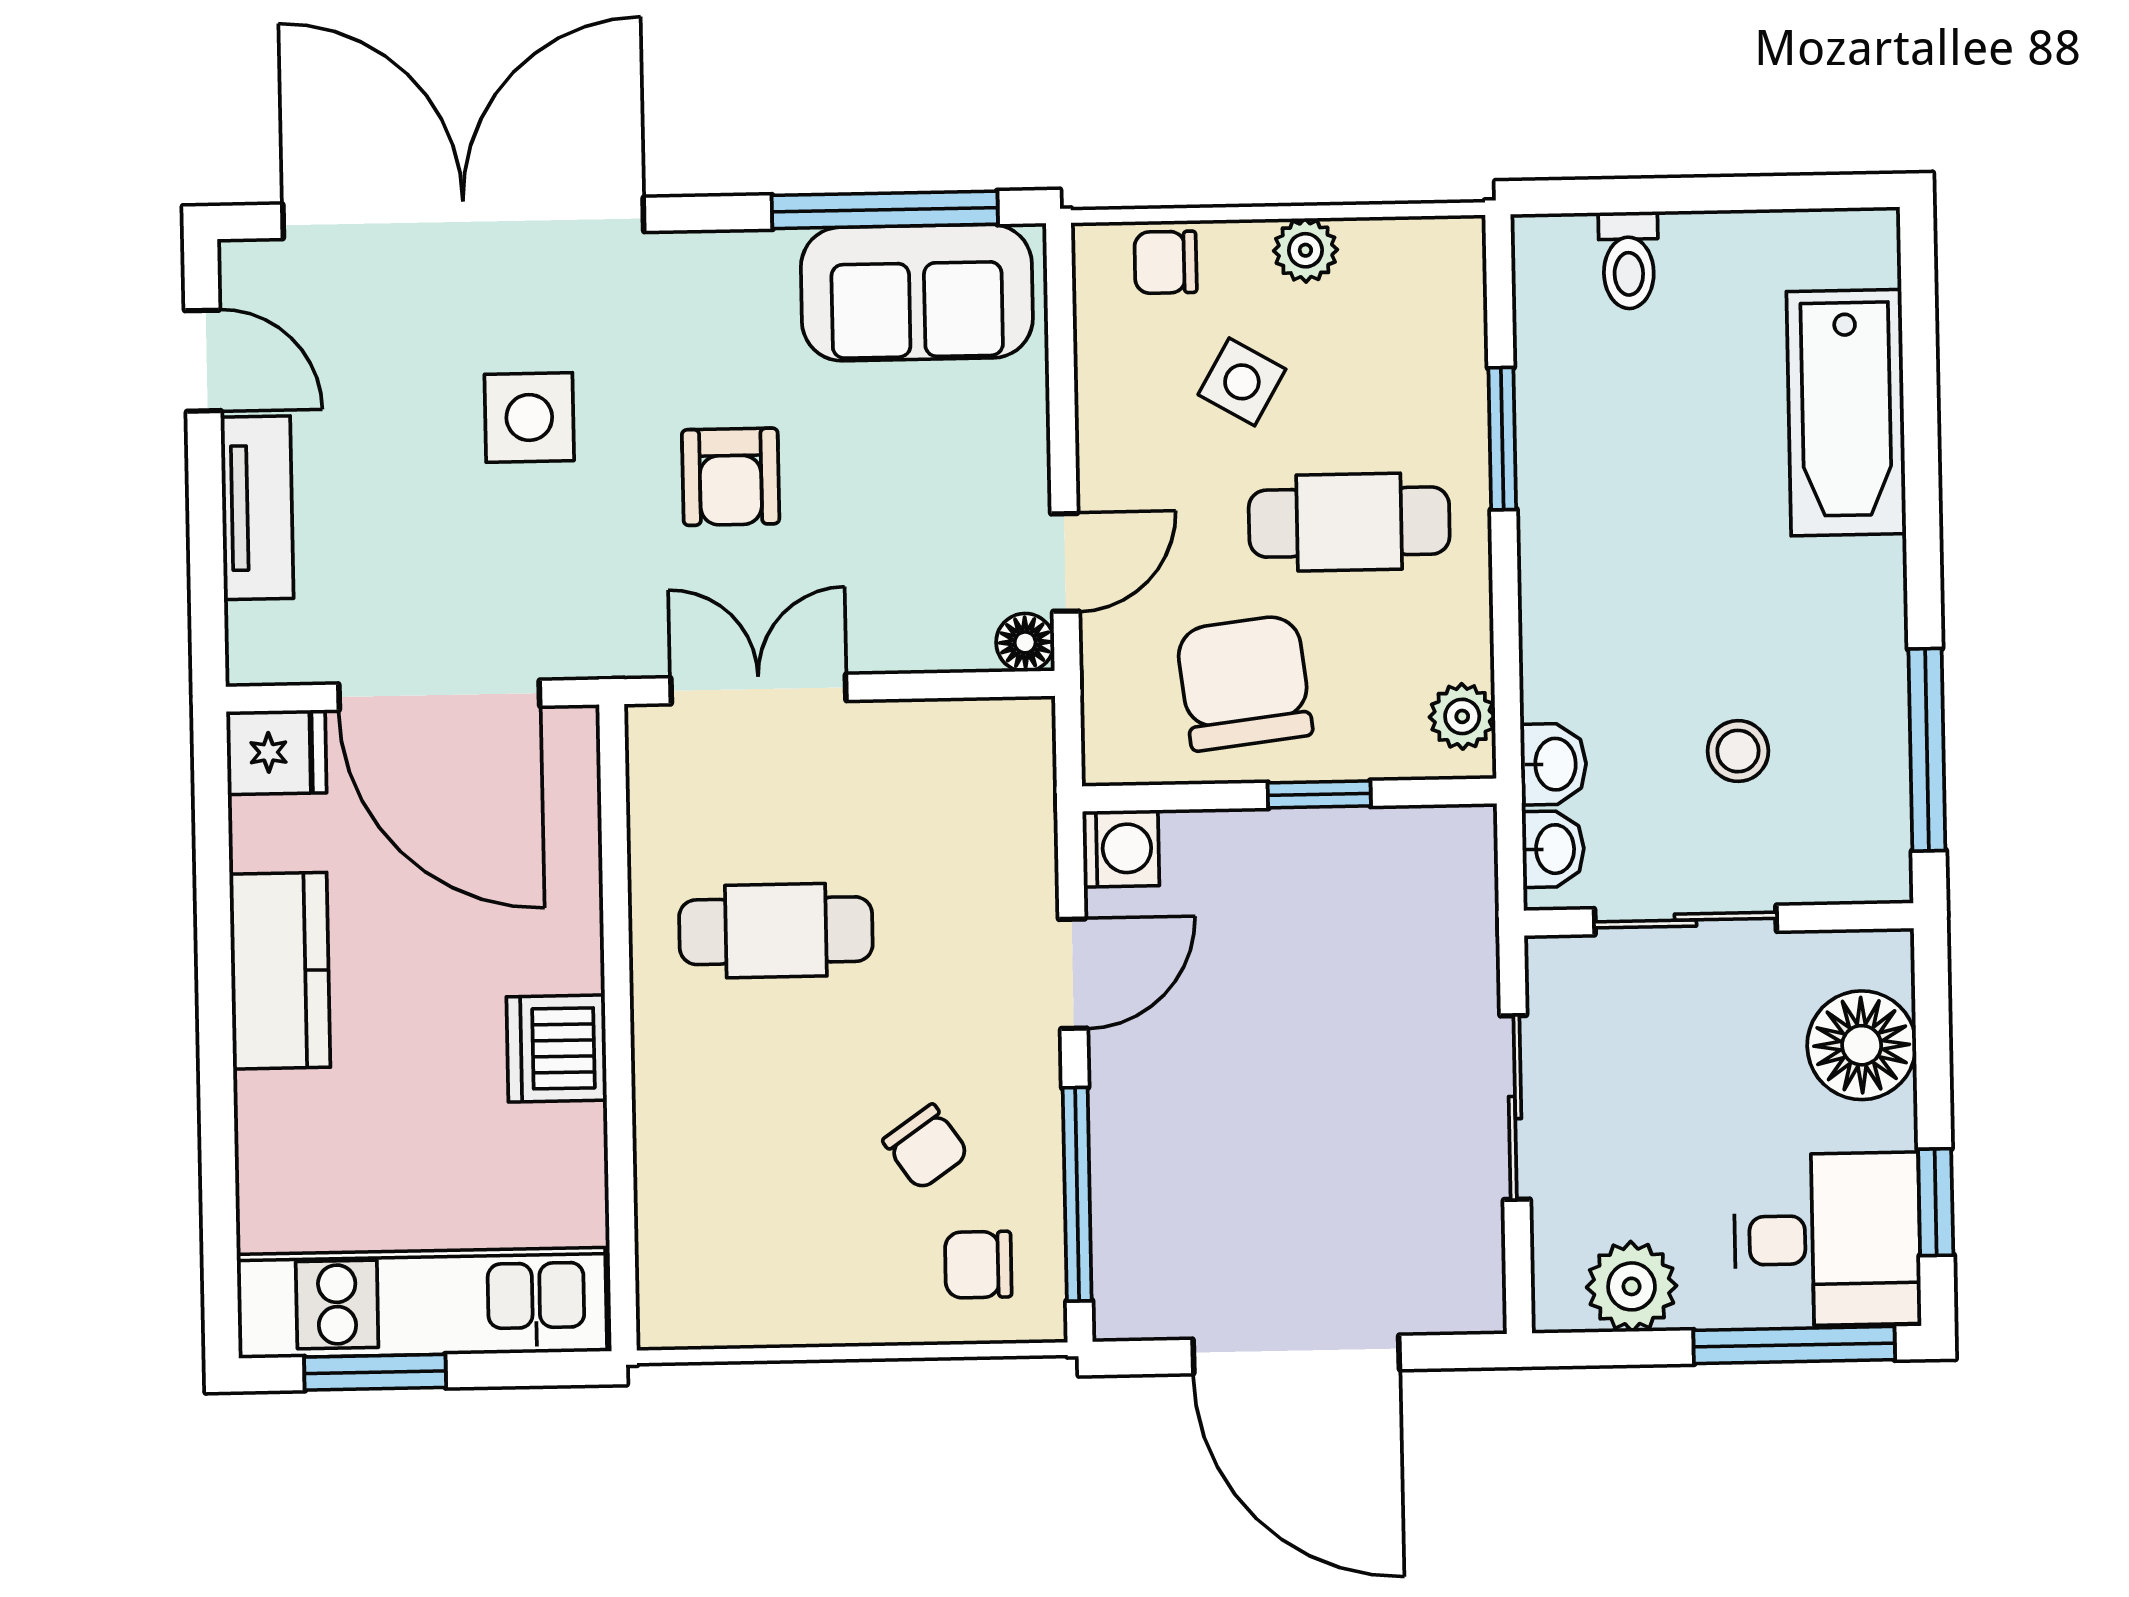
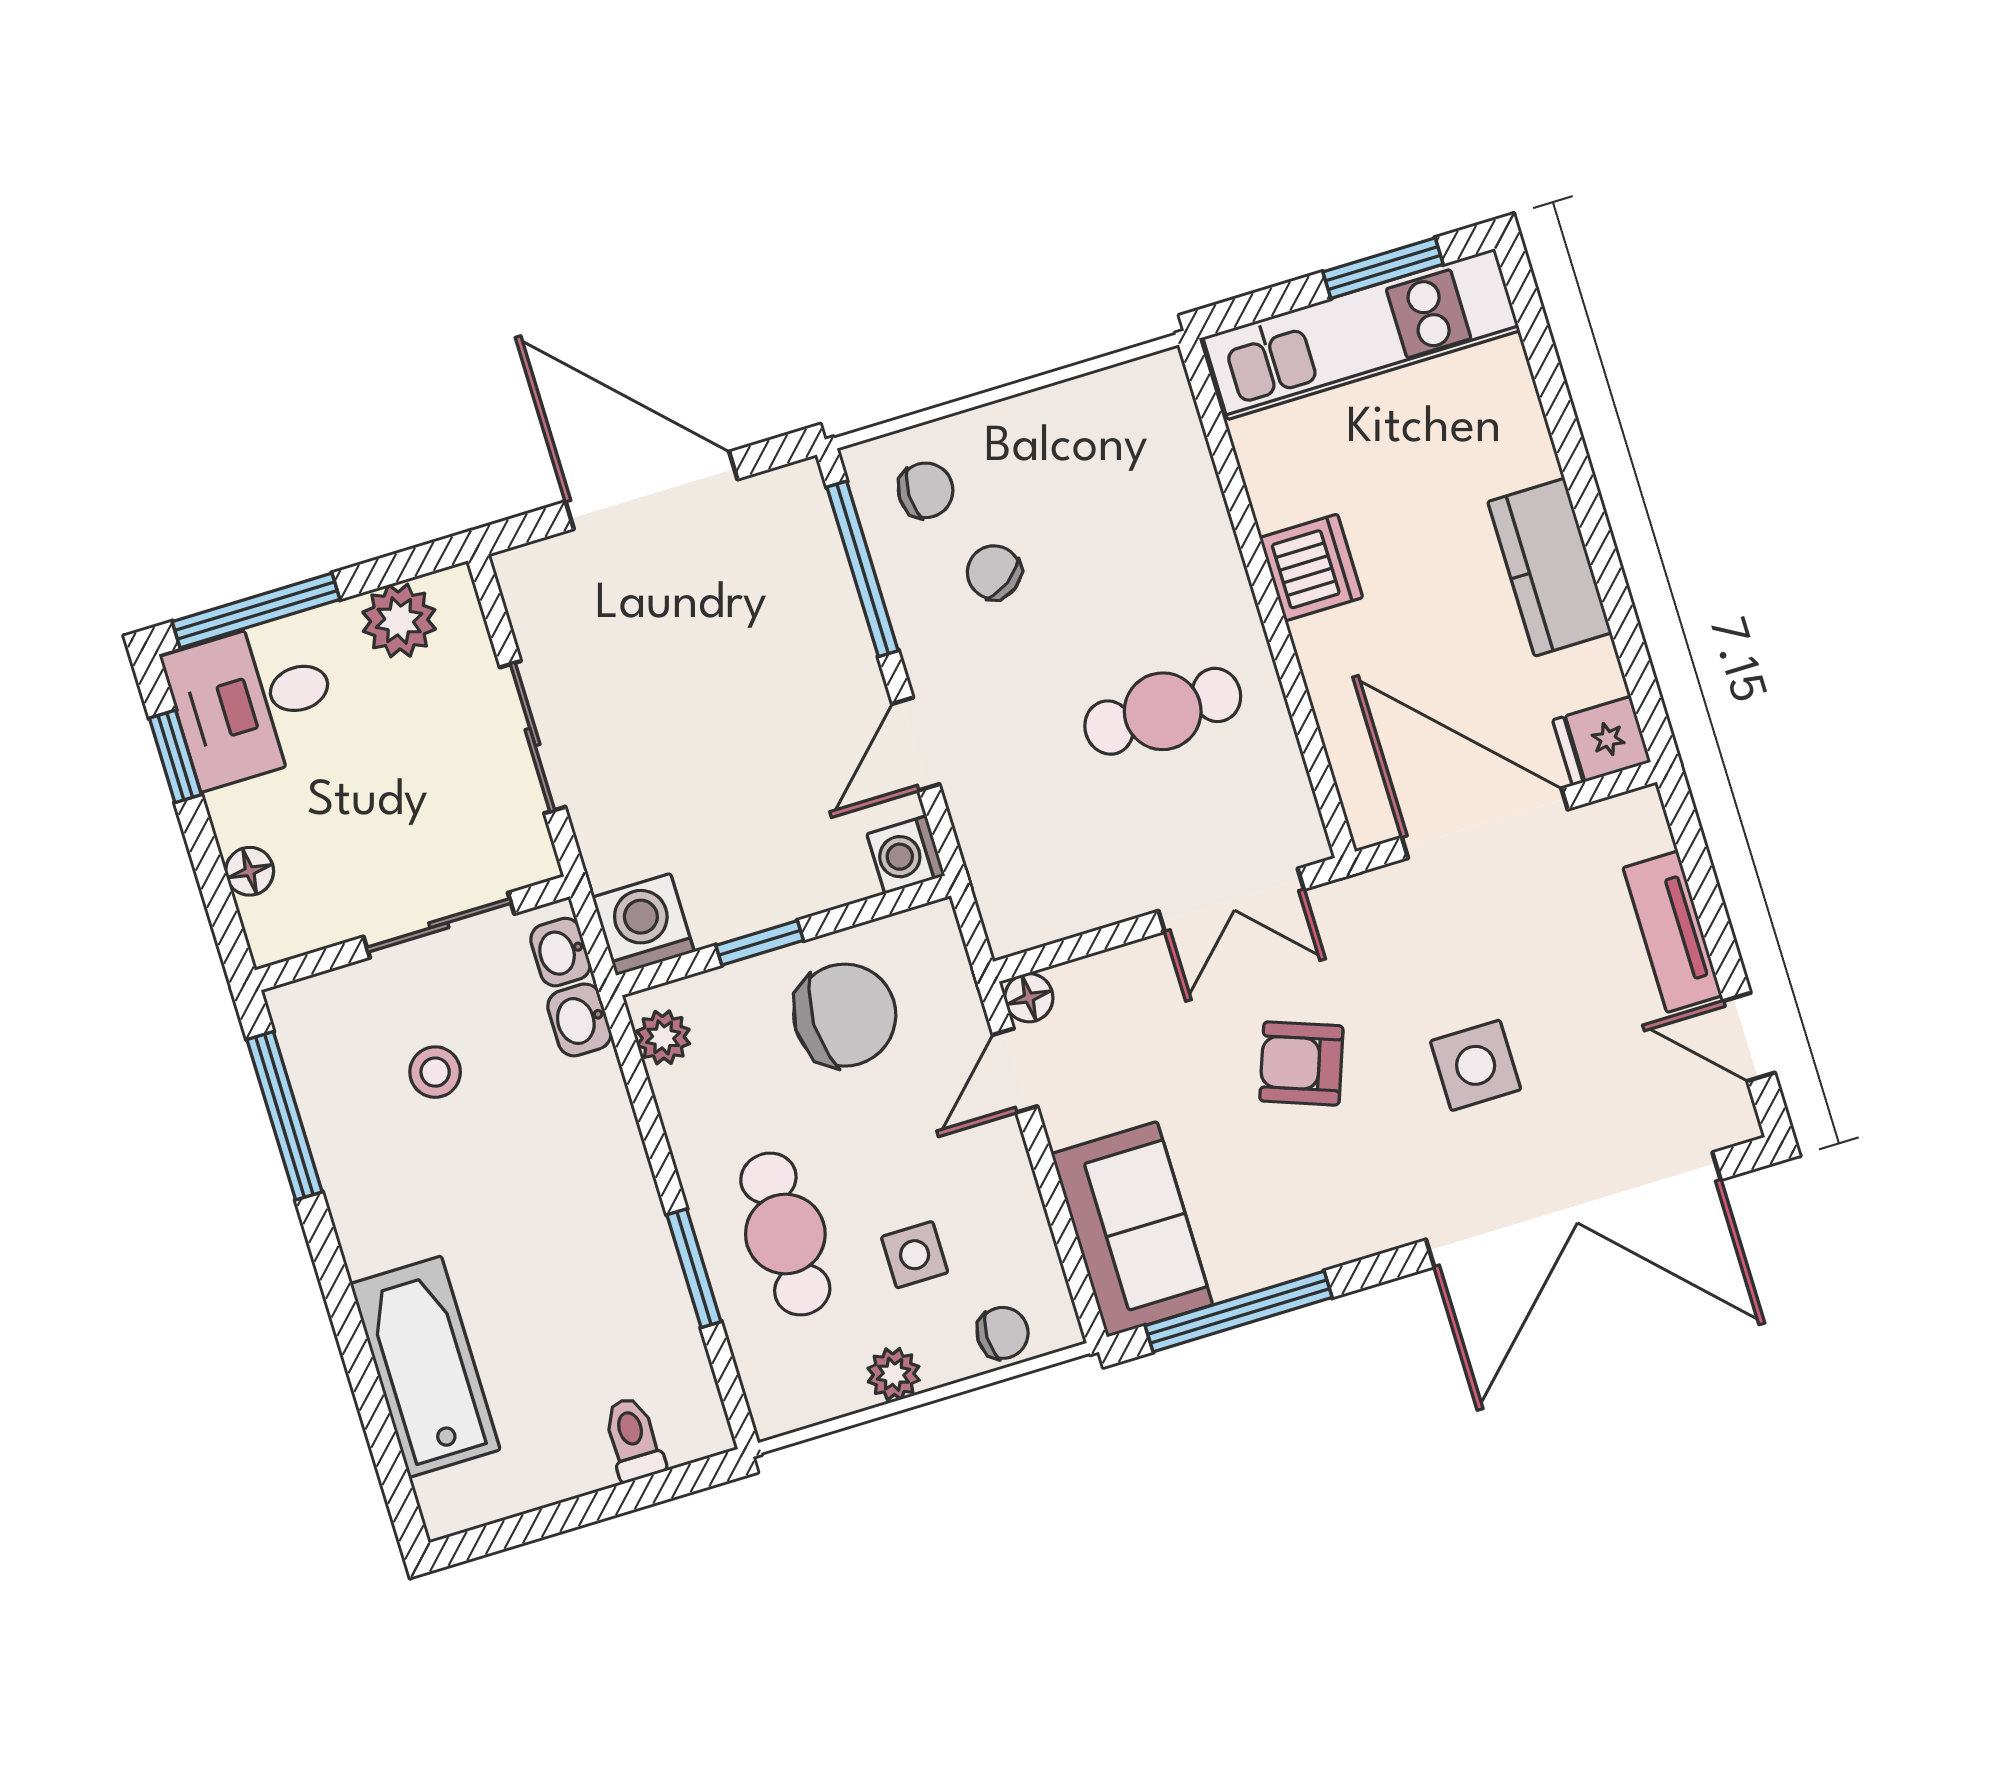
sofa: (917, 293) -> (1132, 1229), moved, turned 90
side table: (1242, 382) -> (915, 1255), turned -30
armchair: (731, 477) -> (1301, 1063), turned -70
cafe table: (1349, 522) -> (785, 1234), moved, turned 90
chair: (1244, 683) -> (845, 1015), turned -83
washing machine: (1448, 854) -> (643, 925), added
floor lamp: (1862, 1045) -> (250, 871), width x0.53, depth x0.53

